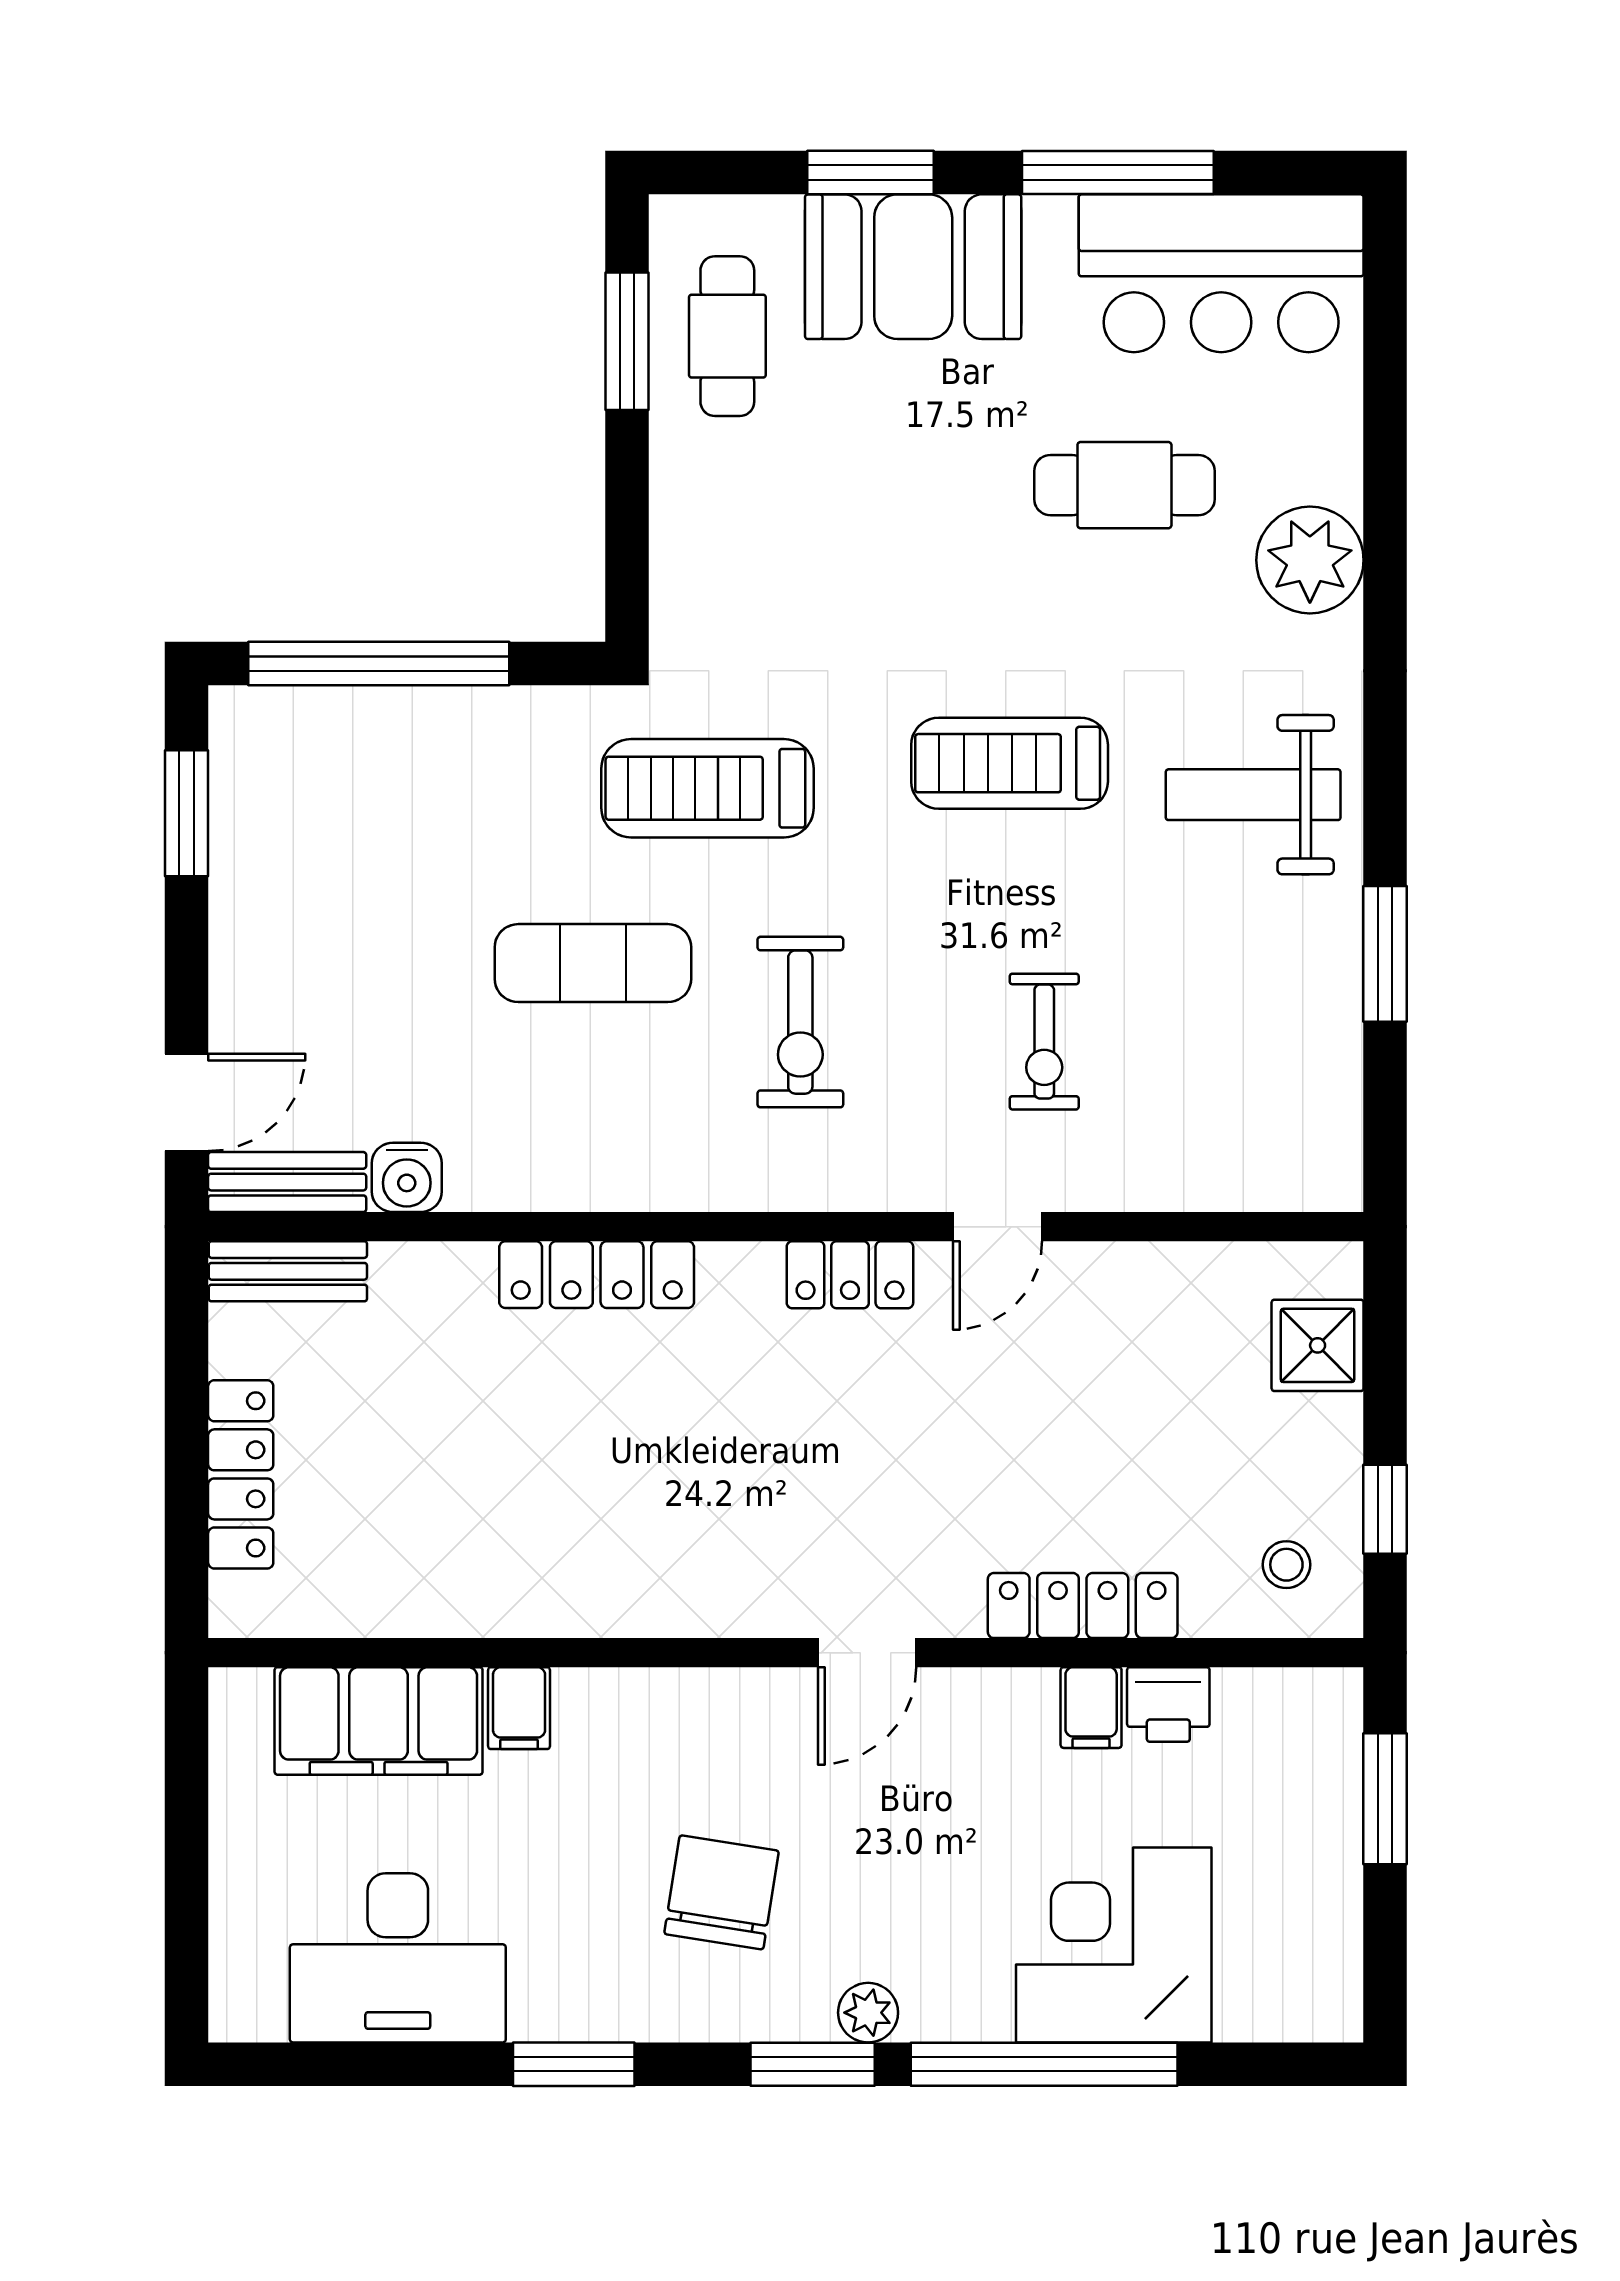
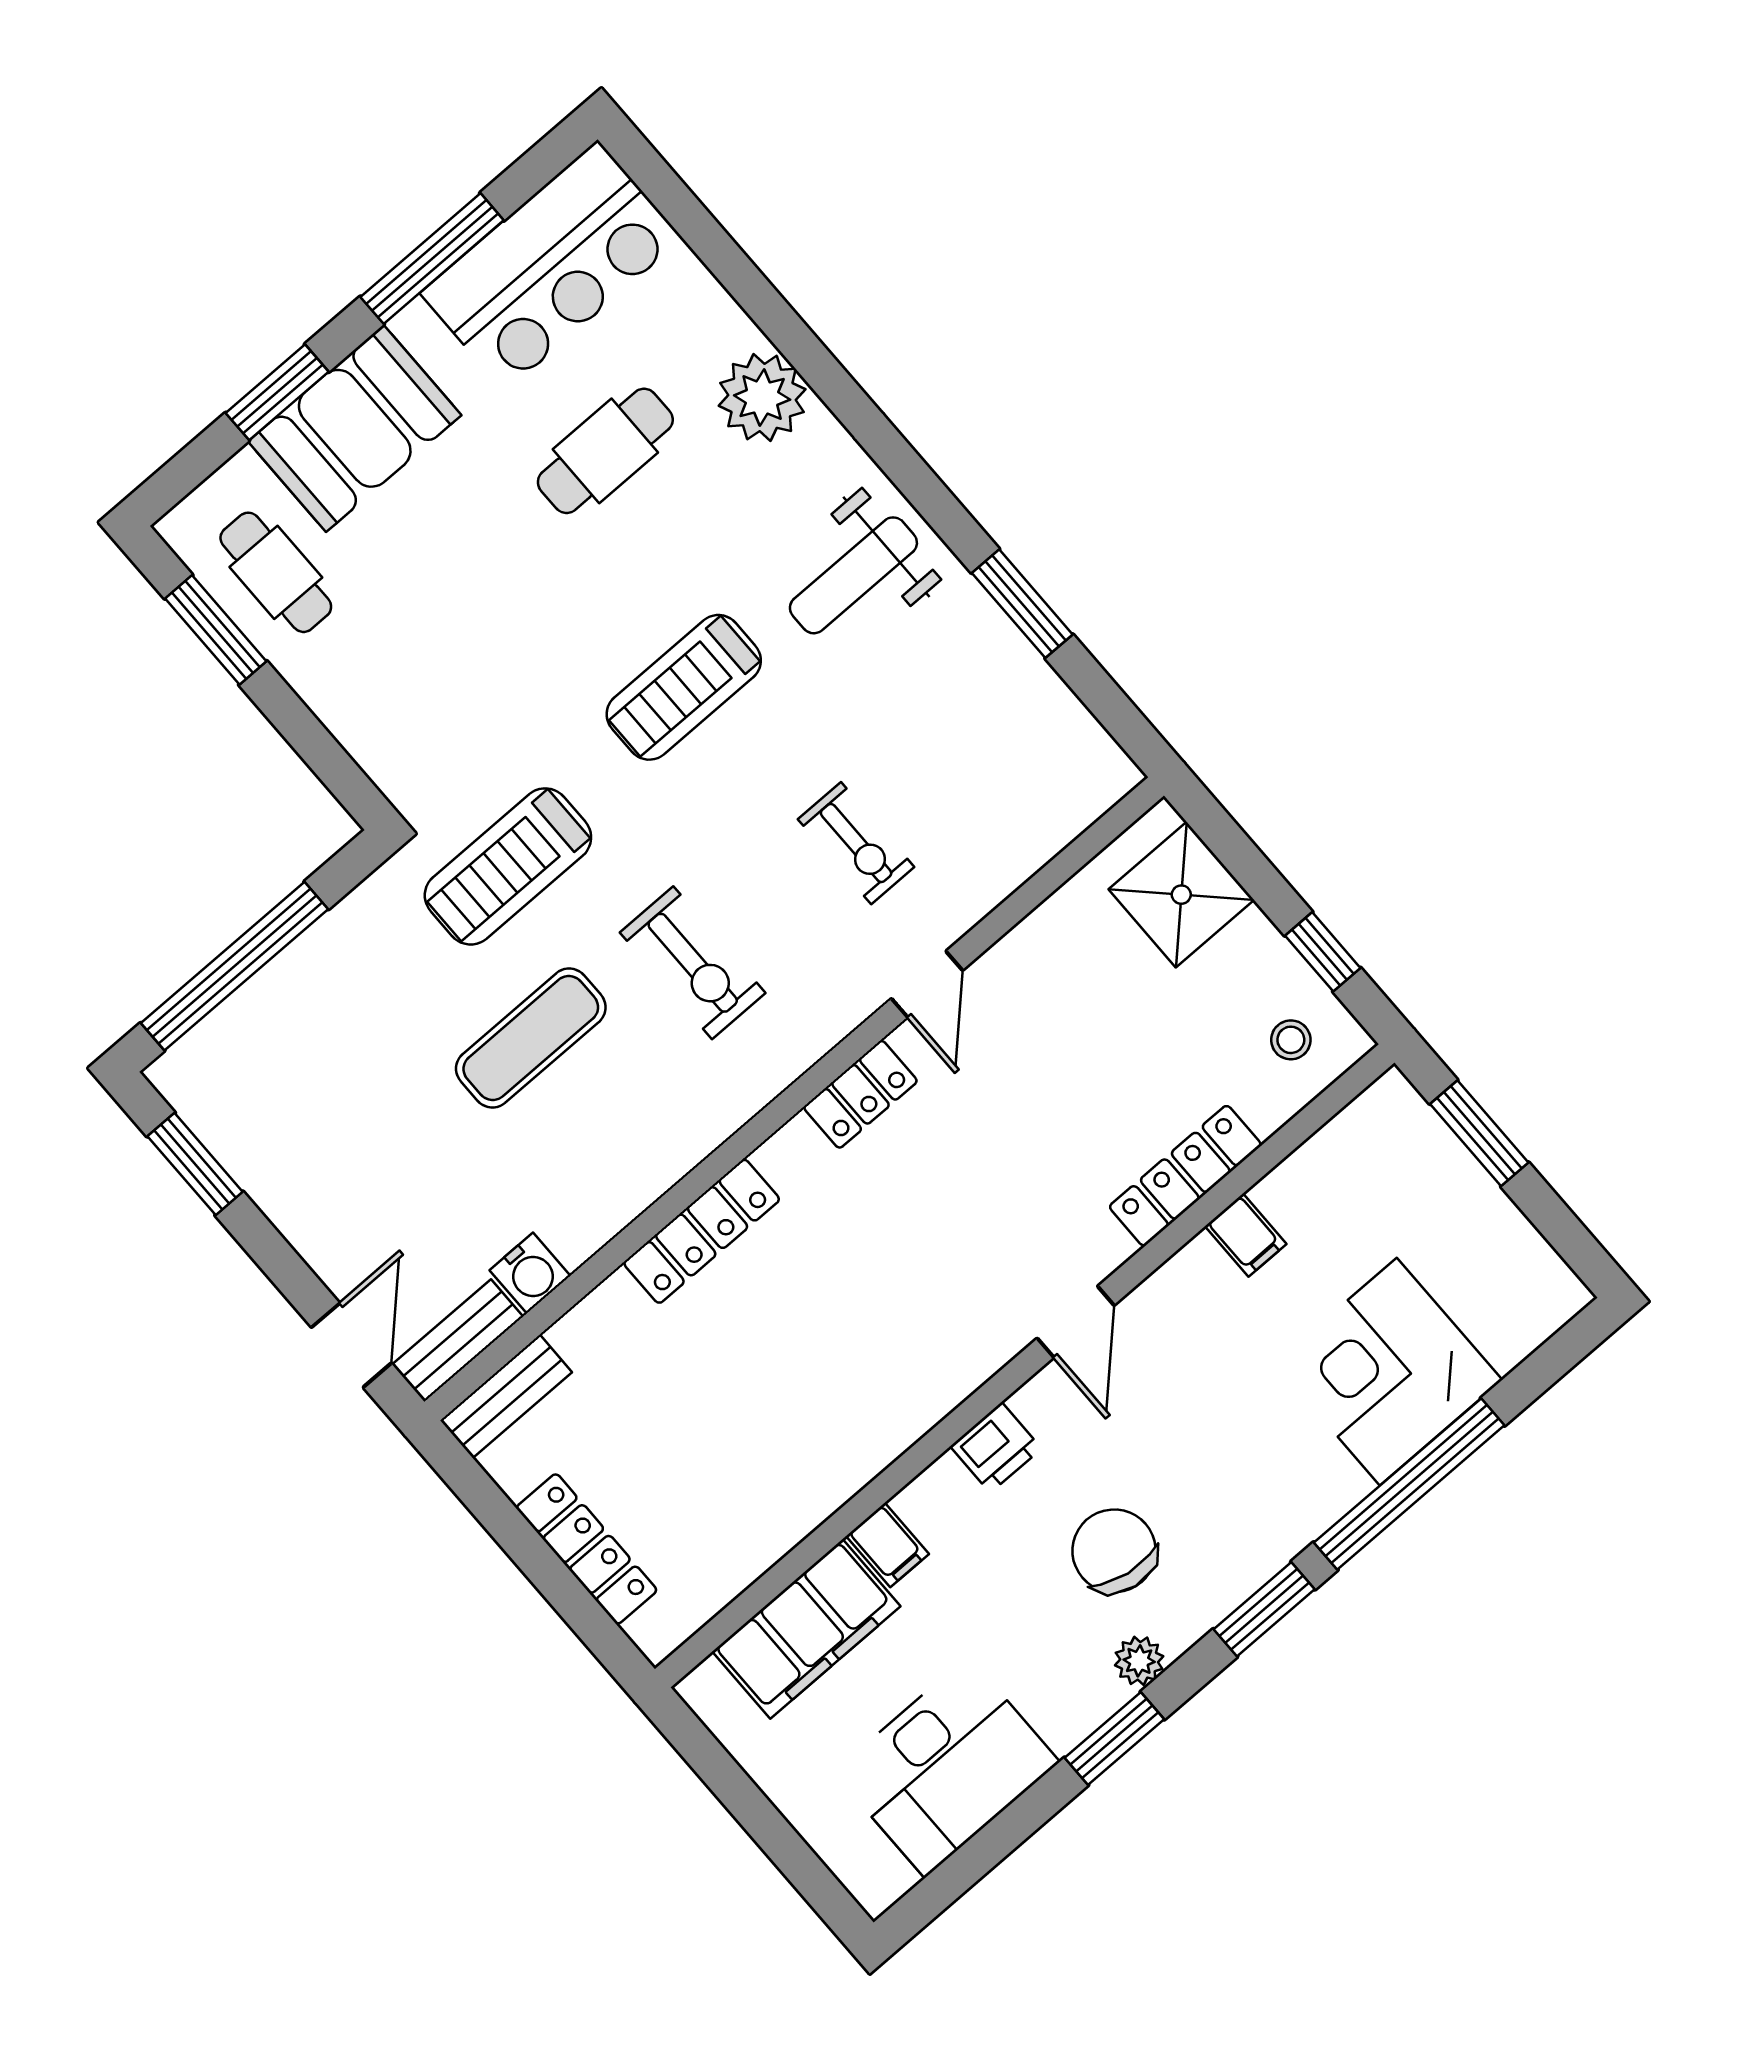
shower: (1318, 1345) -> (1181, 895), width x1.36, depth x1.36
printer: (1168, 1704) -> (996, 1447), moved
plant: (868, 2013) -> (1139, 1661), moved

